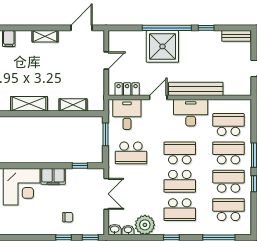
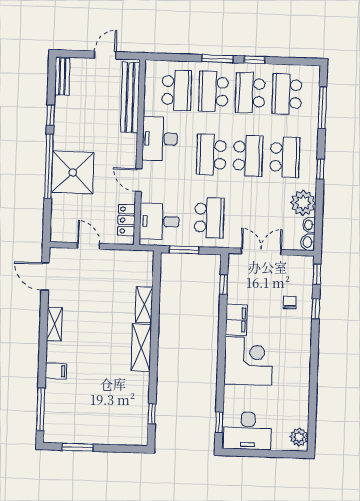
bench: (196, 89) -> (130, 97), moved
shelving: (73, 105) -> (144, 305), moved
school desk: (228, 125) -> (177, 90), turned 180

